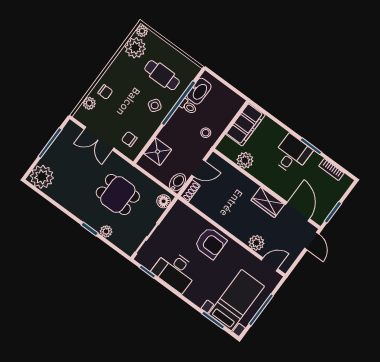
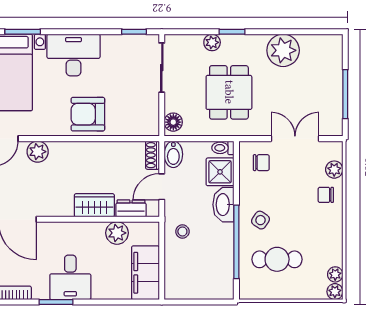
plant: (135, 48) -> (335, 274), width x0.53, depth x0.53
washbasin: (199, 91) -> (223, 205), moved
toilet: (188, 107) -> (223, 148), moved
dresser: (226, 169) -> (131, 208), added
plant: (42, 177) -> (283, 50), moved
dining table: (118, 195) -> (229, 92), turned 90
wardrobe: (268, 202) -> (94, 205), moved
desk: (175, 271) -> (74, 55), moved

